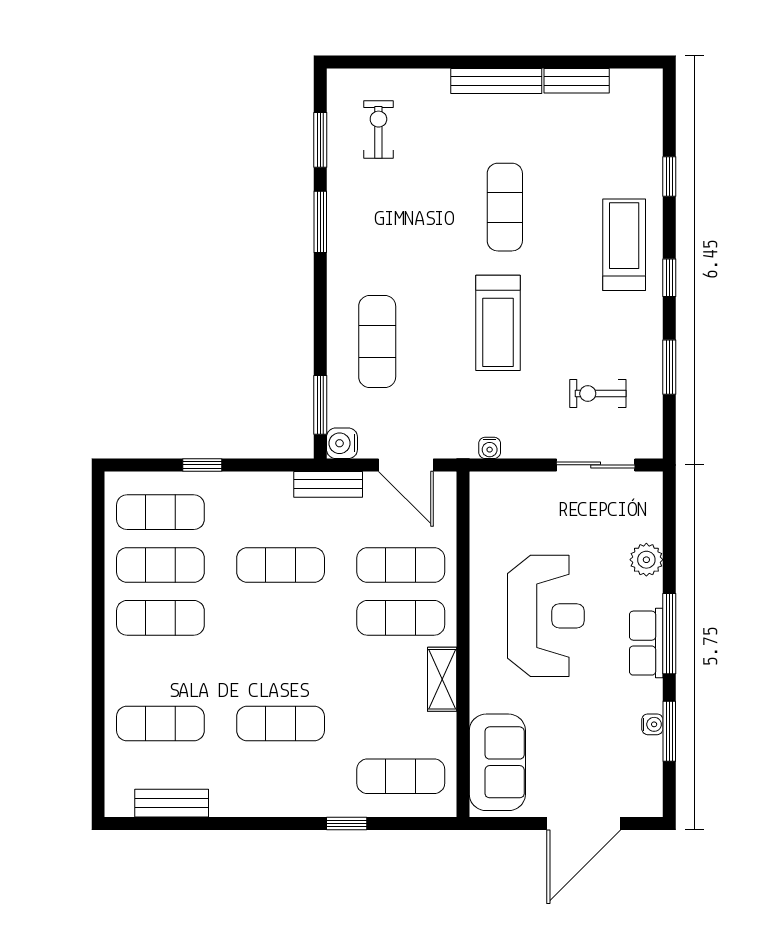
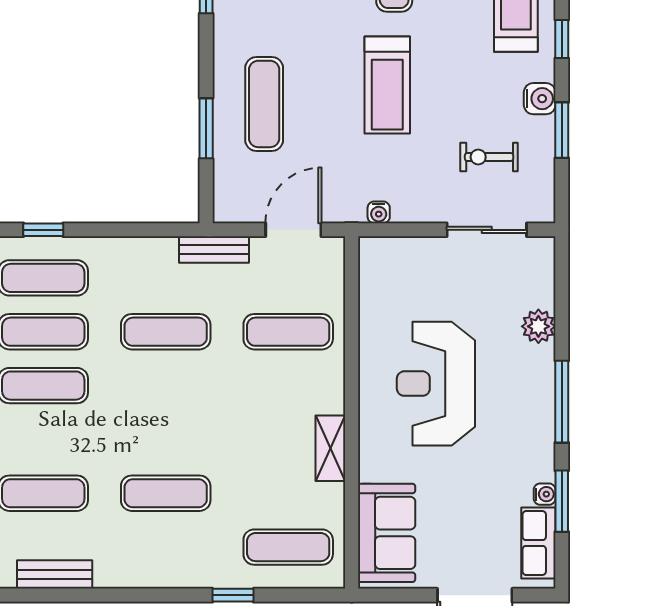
window: (320, 405) -> (206, 128), moved
water cooler: (342, 443) -> (540, 99), moved, turned 180
window: (202, 465) -> (43, 230), moved
door: (406, 465) -> (293, 230), swing flipped
reception desk: (546, 616) -> (436, 384), turned 180
exercise mat: (401, 618) -> (288, 386), removed
row of seats: (646, 643) -> (538, 543), moved

